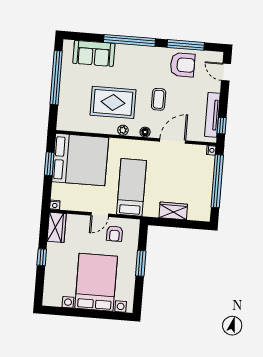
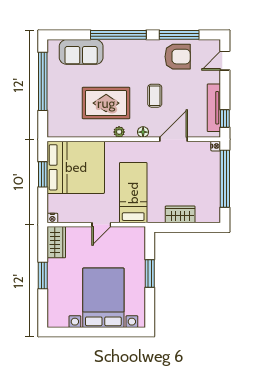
door: (226, 72) -> (225, 61), hinge flipped
armchair: (115, 234) -> (119, 244), removed
window: (42, 257) -> (43, 276), width x1.50

